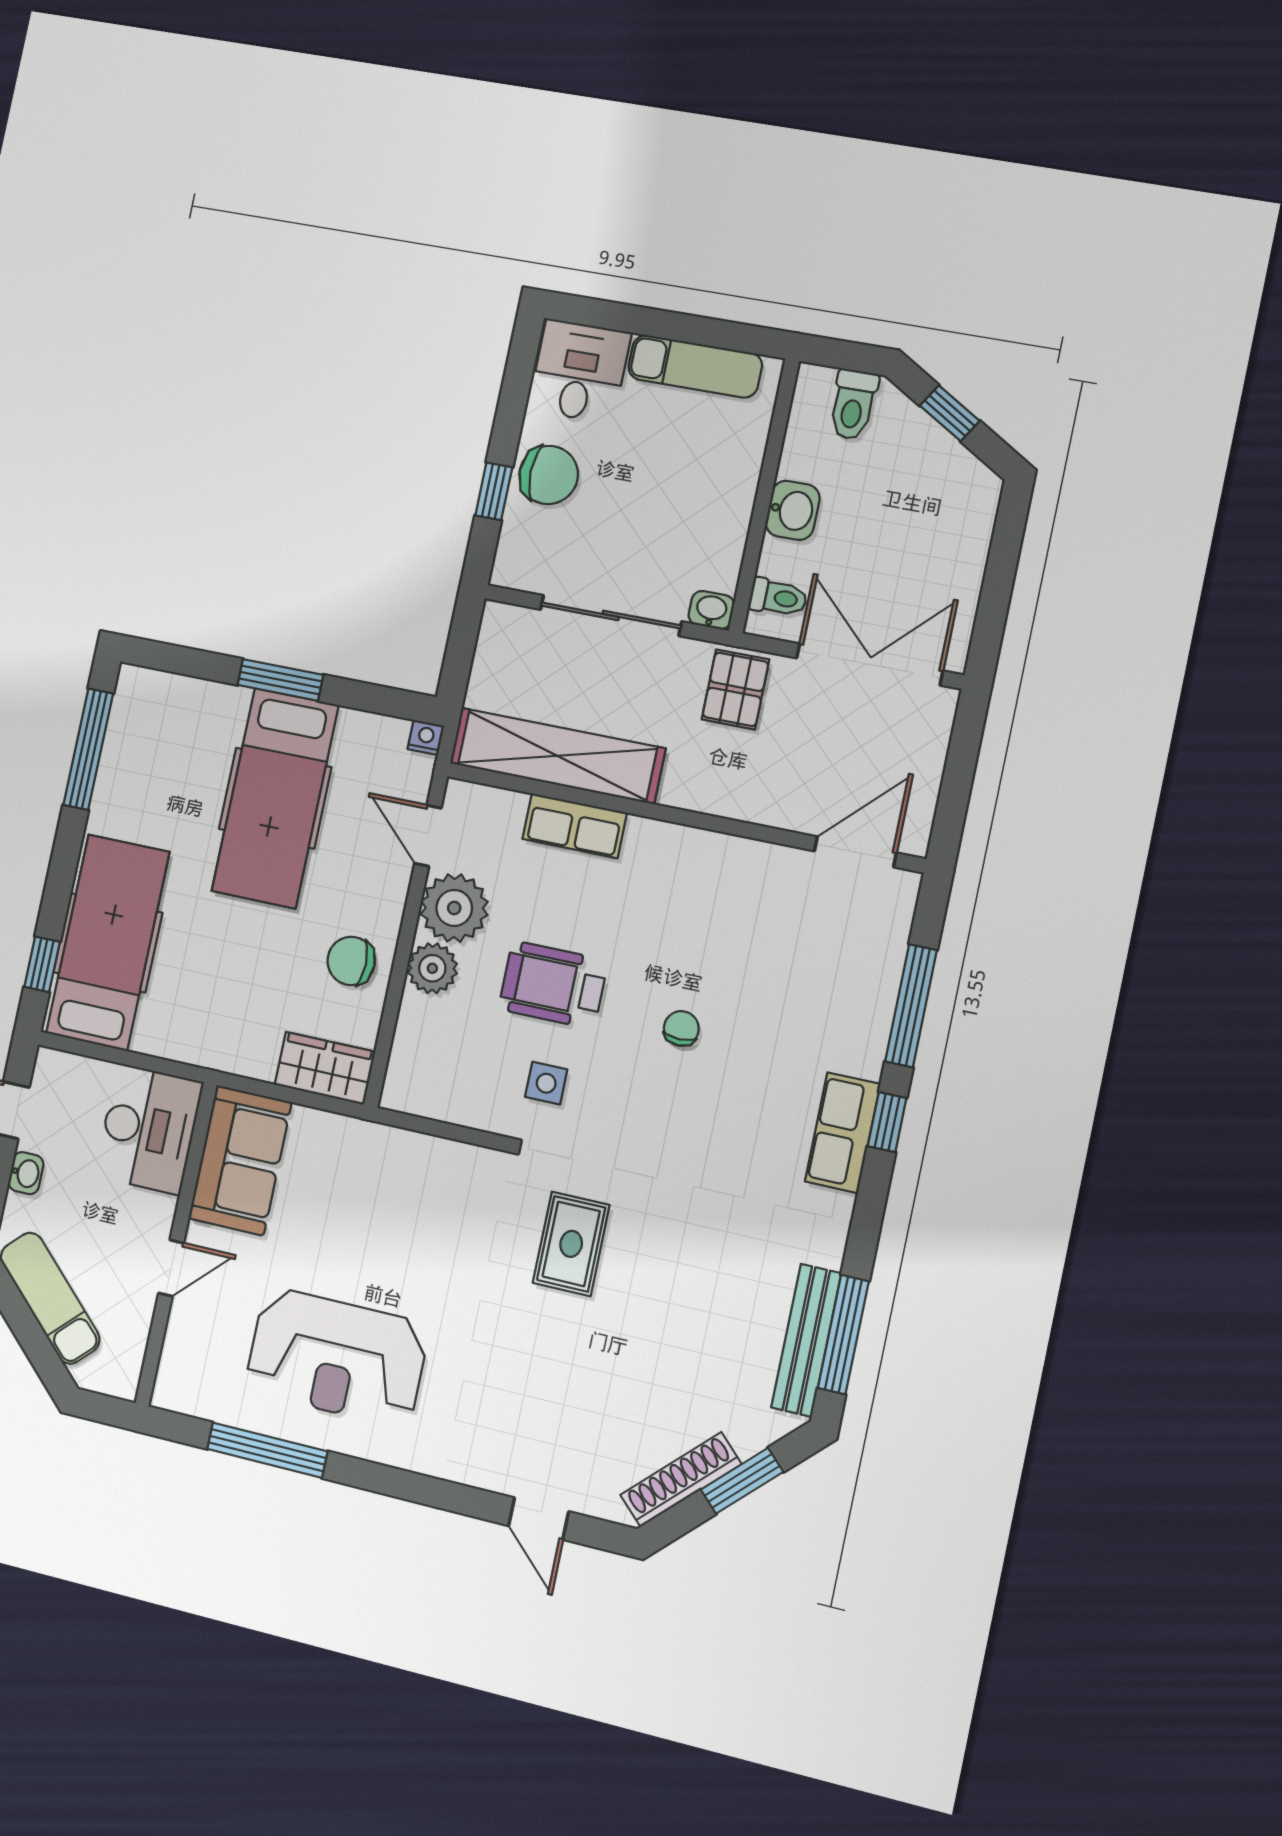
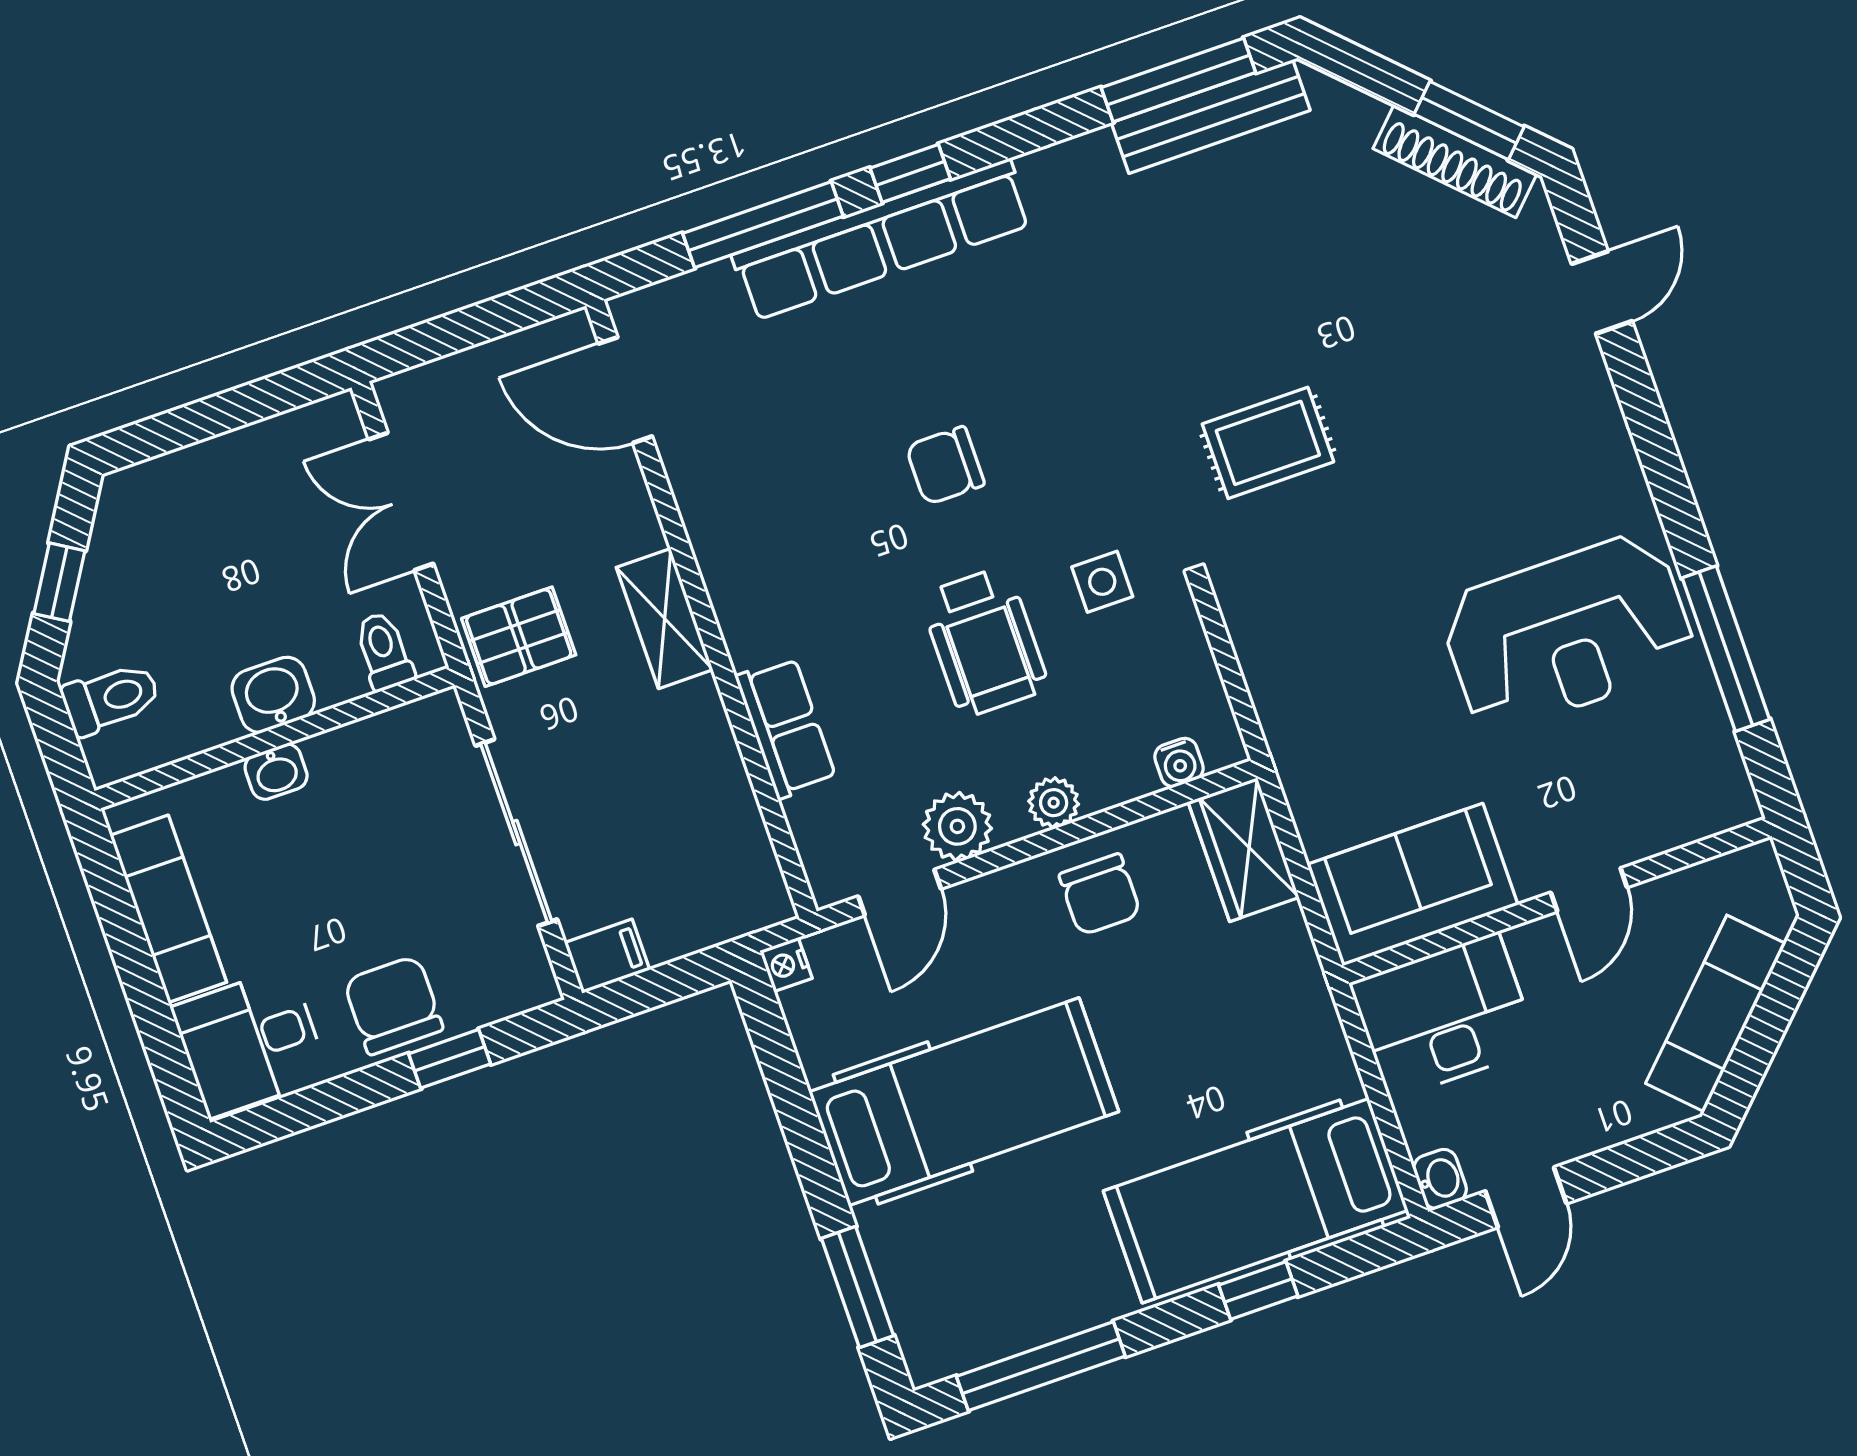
washbasin: (711, 610) -> (276, 772), moved, turned -90
filing cabinet: (498, 628) -> (607, 956), added
double door: (869, 664) -> (401, 502), width x0.73
window: (280, 680) -> (857, 1287), moved
shelving: (557, 756) -> (665, 619), moved, width x0.45, depth x0.75
plant: (454, 908) -> (957, 826), width x0.73, depth x0.73
window: (42, 964) -> (1258, 1290), moved
plant: (432, 968) -> (1054, 803), width x0.73, depth x0.73
chair: (681, 1028) -> (945, 466), width x1.37, depth x1.37
water cooler: (403, 1061) -> (1179, 762), added
row of seats: (843, 1133) -> (882, 240), width x2.02
washbasin: (26, 1173) -> (1440, 1179), moved, turned 90
door: (171, 1268) -> (1589, 890), swing flipped
reception desk: (337, 1357) -> (1568, 633), turned 90
window: (742, 1481) -> (1469, 120), moved

